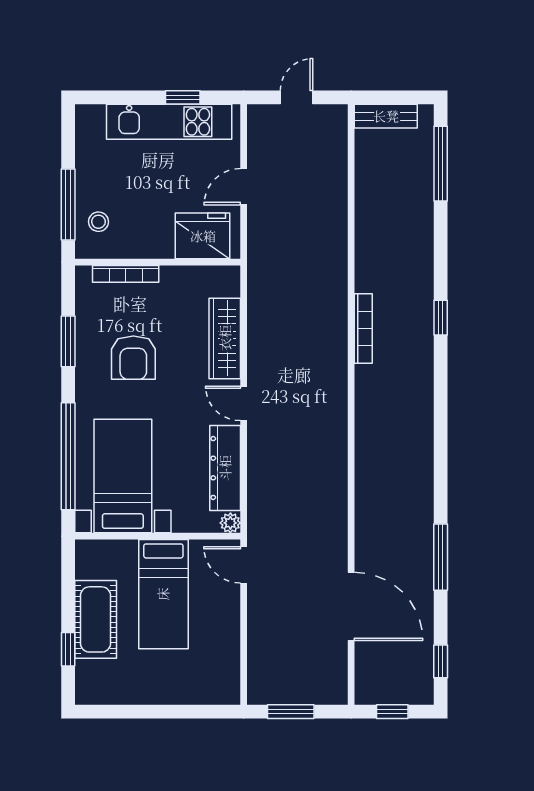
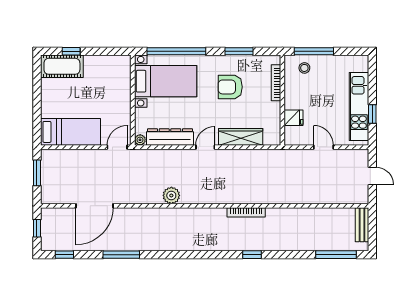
fridge: (203, 236) -> (293, 118), width x0.53, depth x0.75
plant: (332, 466) -> (171, 195), added
bed: (163, 594) -> (70, 132), moved, turned 180
cot: (96, 619) -> (62, 66), moved

